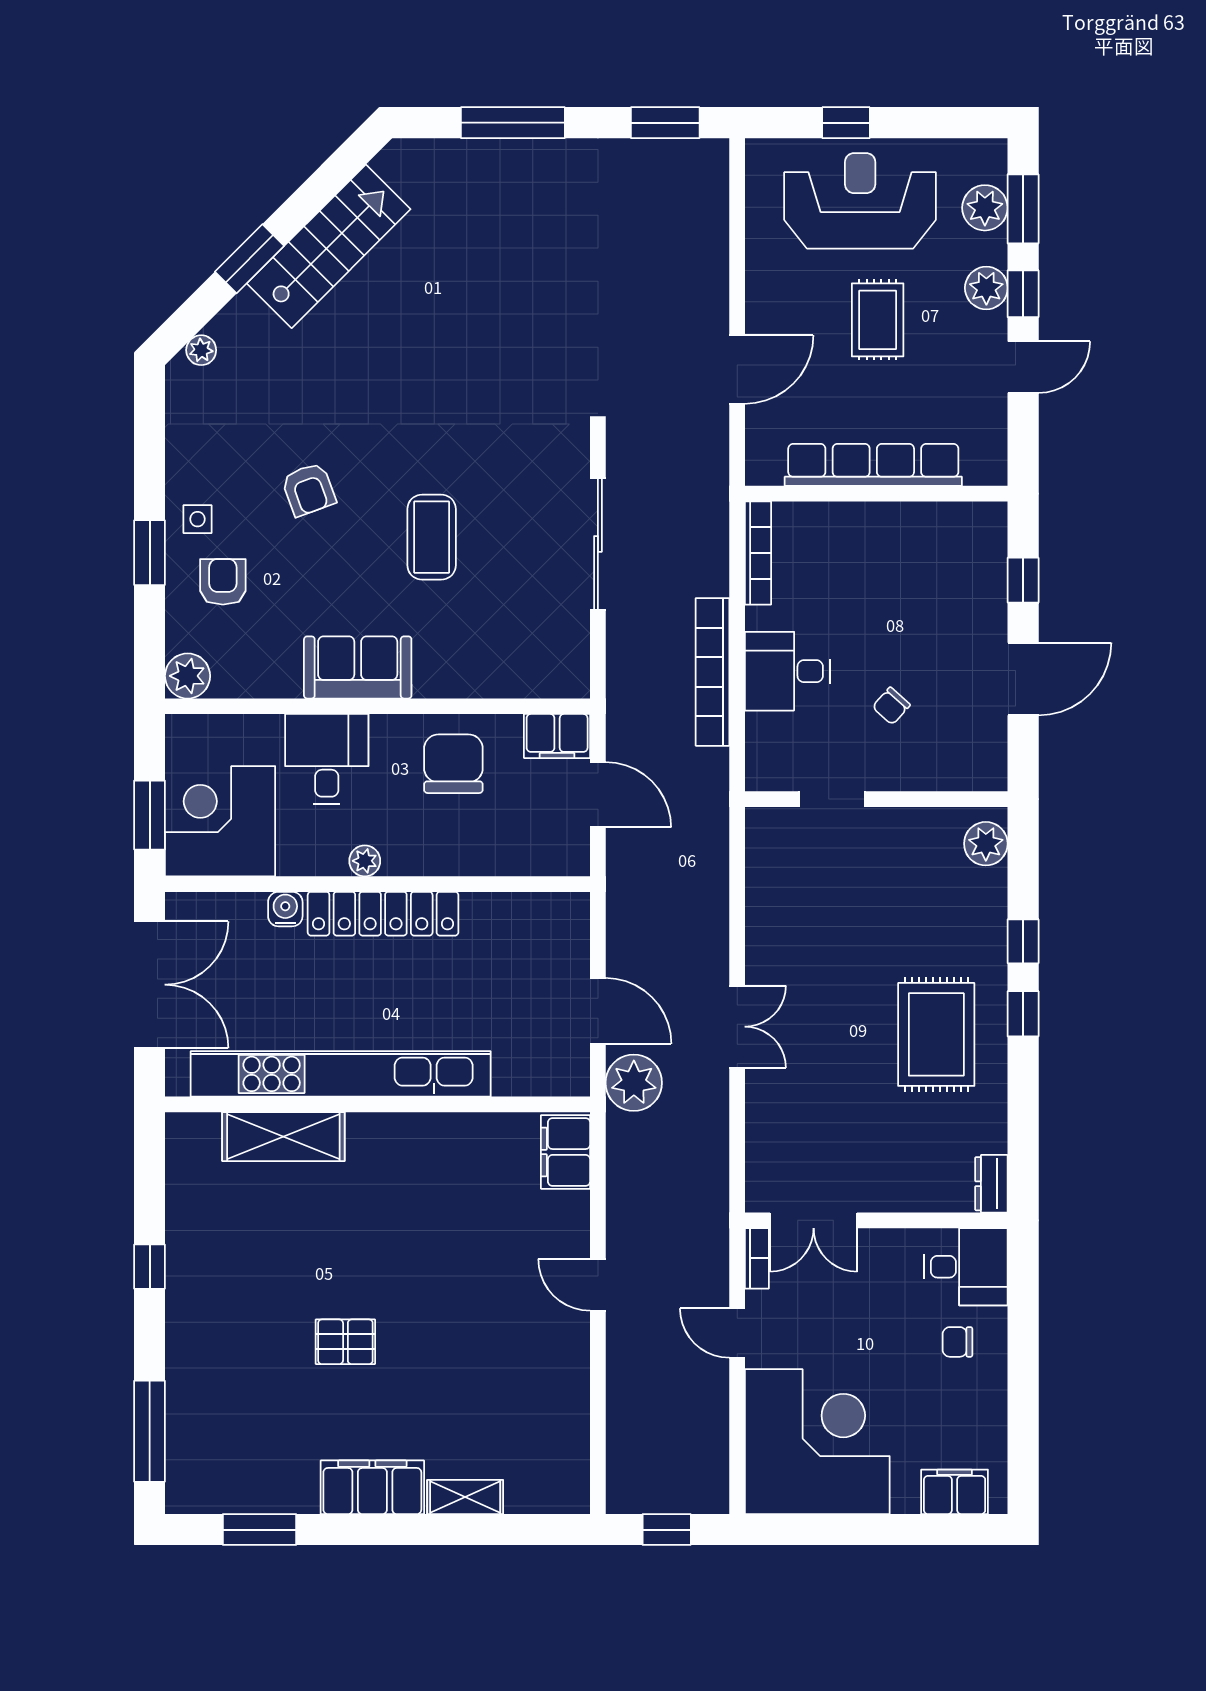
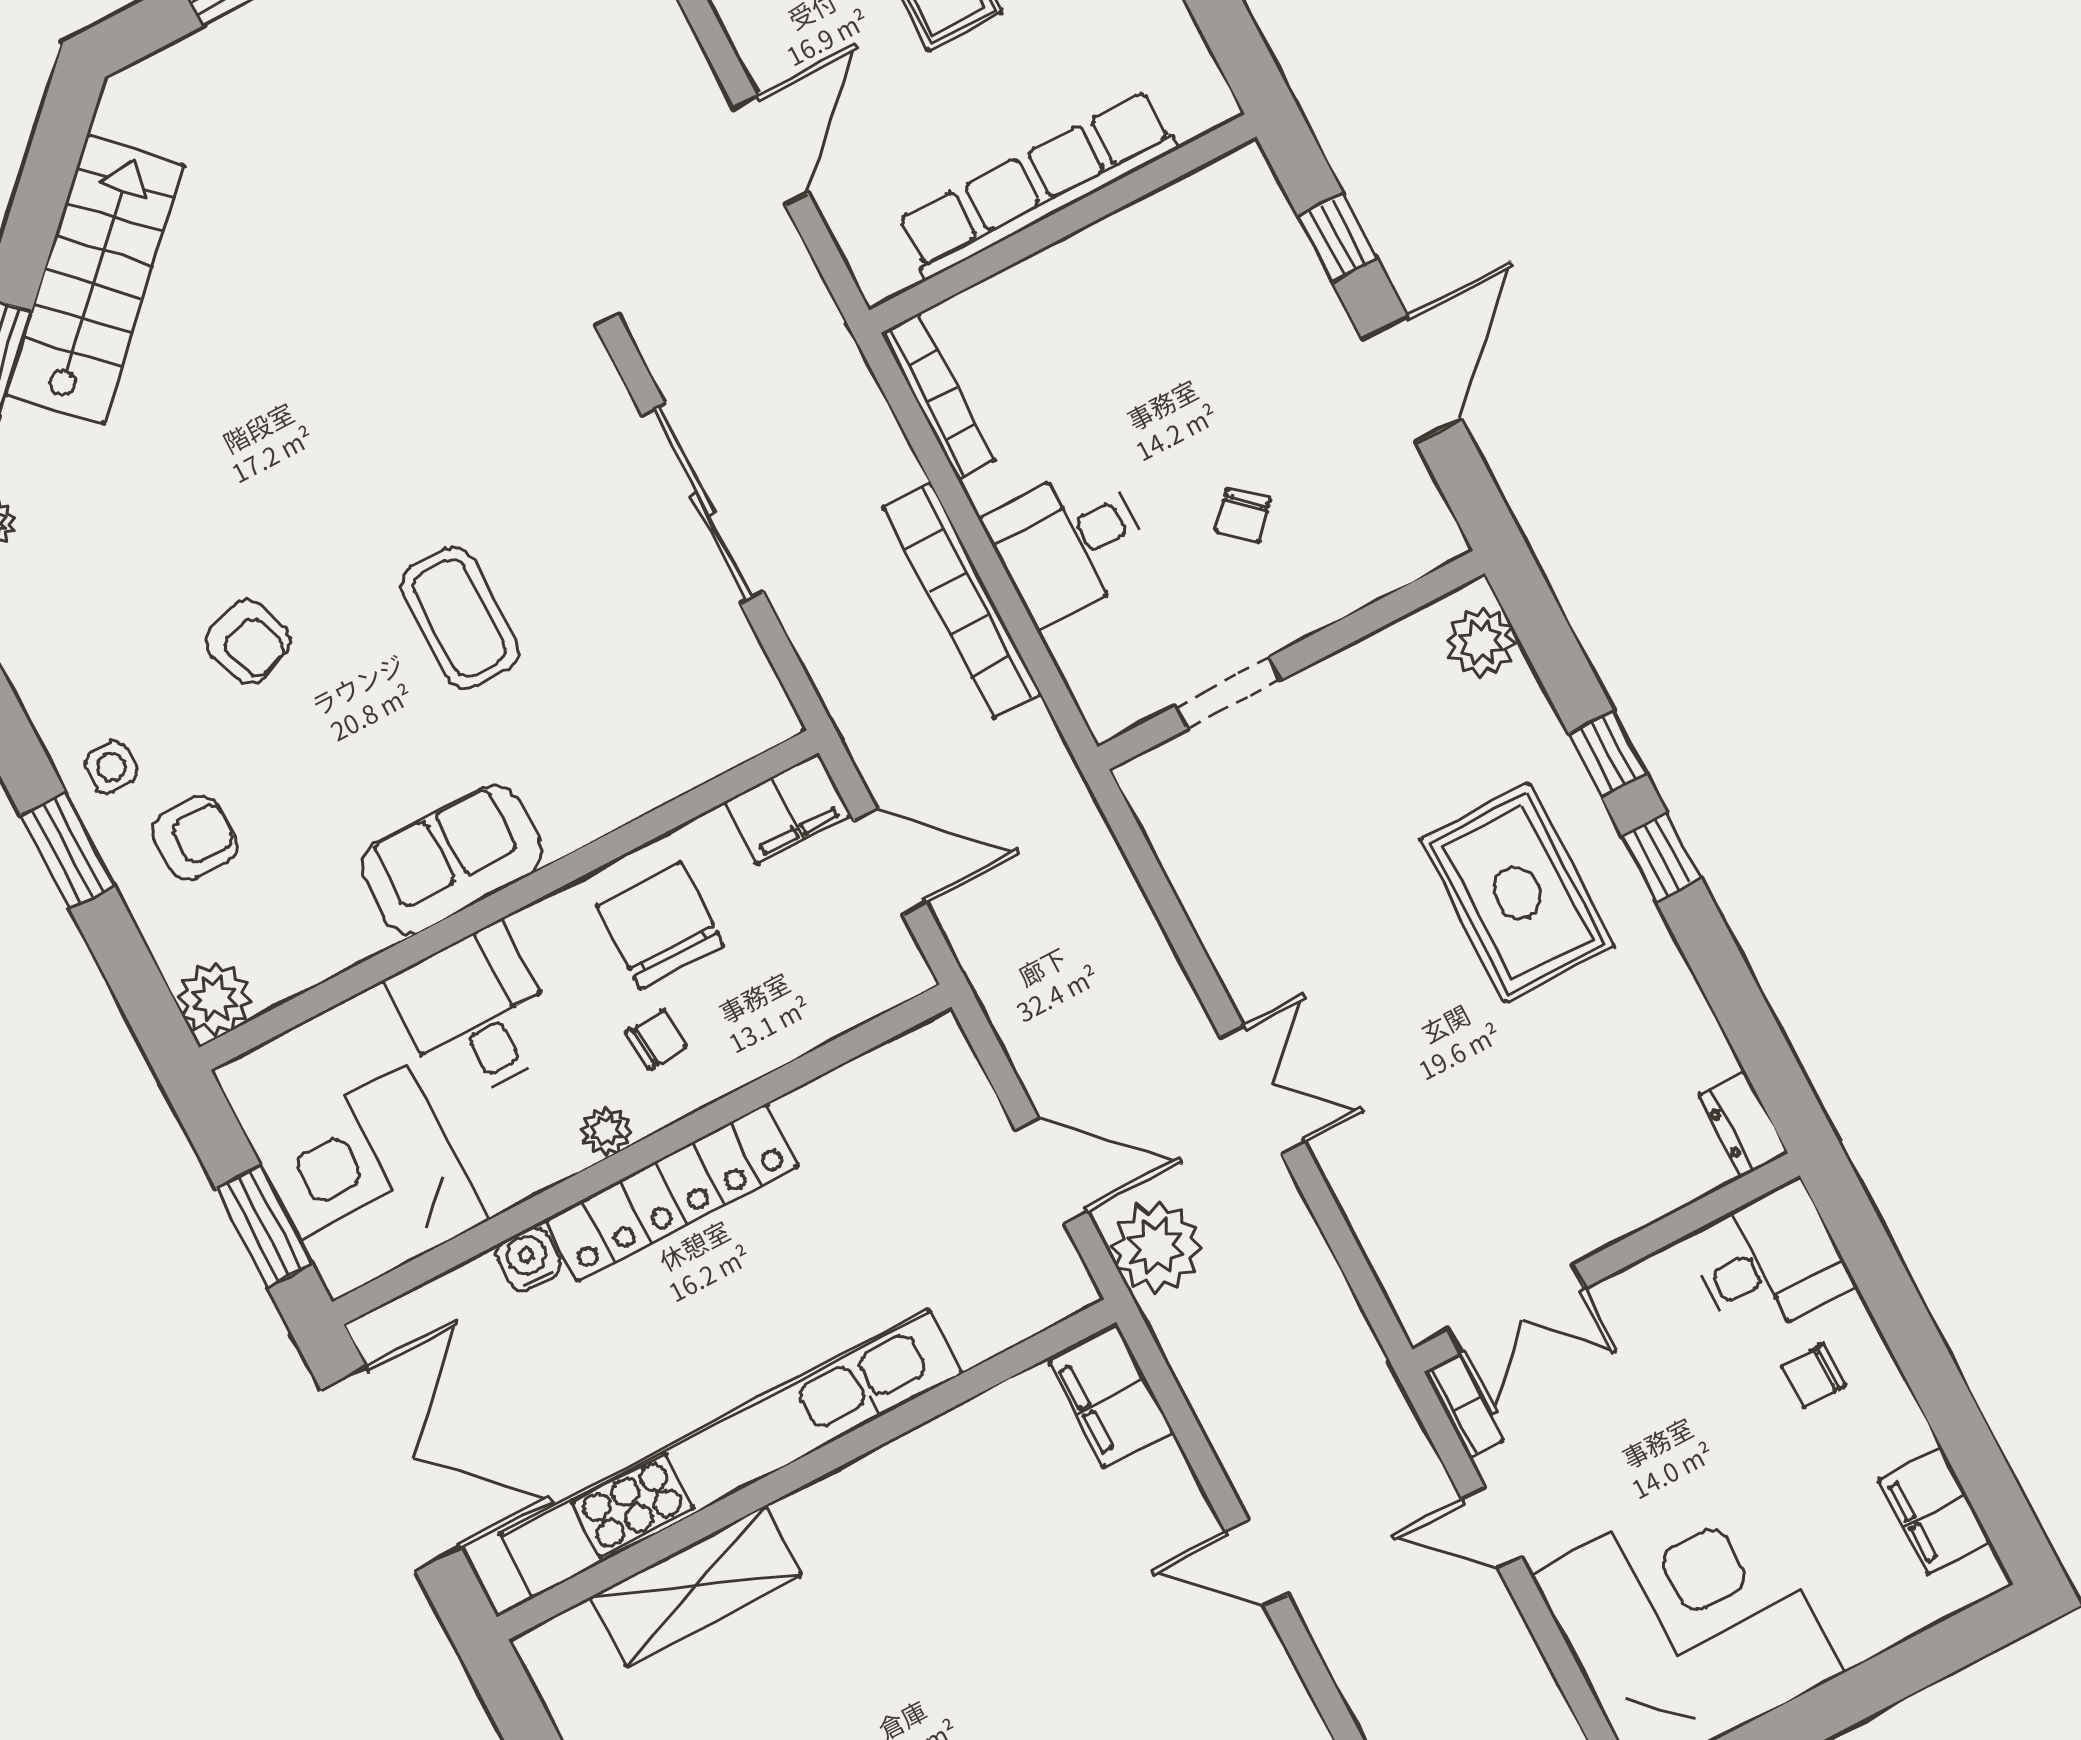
armchair: (223, 582) -> (195, 838), turned 90
chair: (418, 825) -> (656, 1040), added
rug: (936, 1034) -> (1517, 893), moved
filing cabinet: (955, 1492) -> (1935, 1511), moved, turned -90

